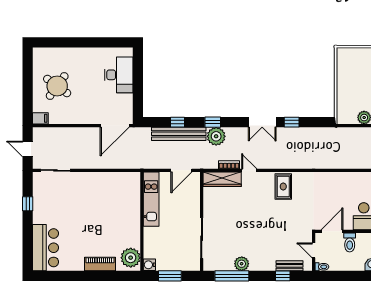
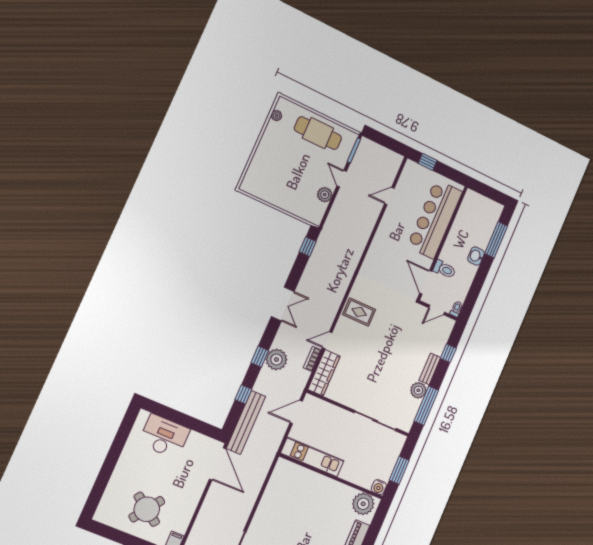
window: (292, 122) -> (308, 247), moved
bench: (179, 134) -> (246, 422), moved
door: (181, 170) -> (296, 412), swing flipped
bench: (289, 266) -> (430, 369), moved

